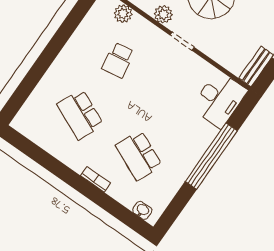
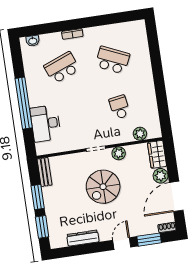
desk: (219, 99) -> (46, 123), moved
school desk: (139, 155) -> (62, 68), turned -45

